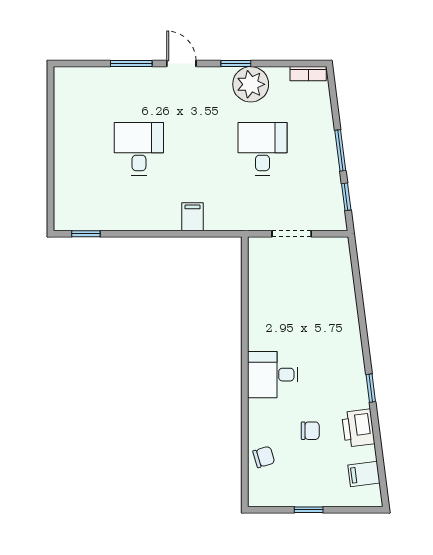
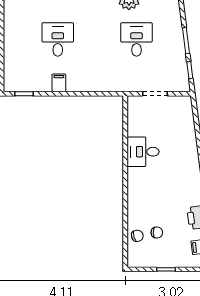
filing cabinet: (192, 217) -> (59, 83), moved
desk: (273, 375) -> (143, 152), moved
chair: (310, 431) -> (157, 233), moved

